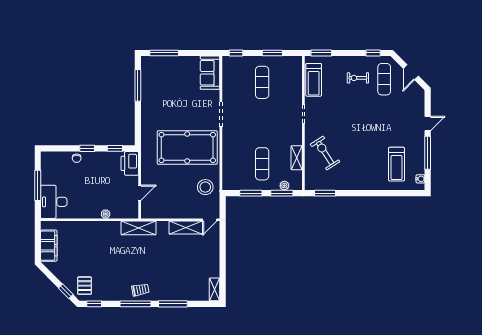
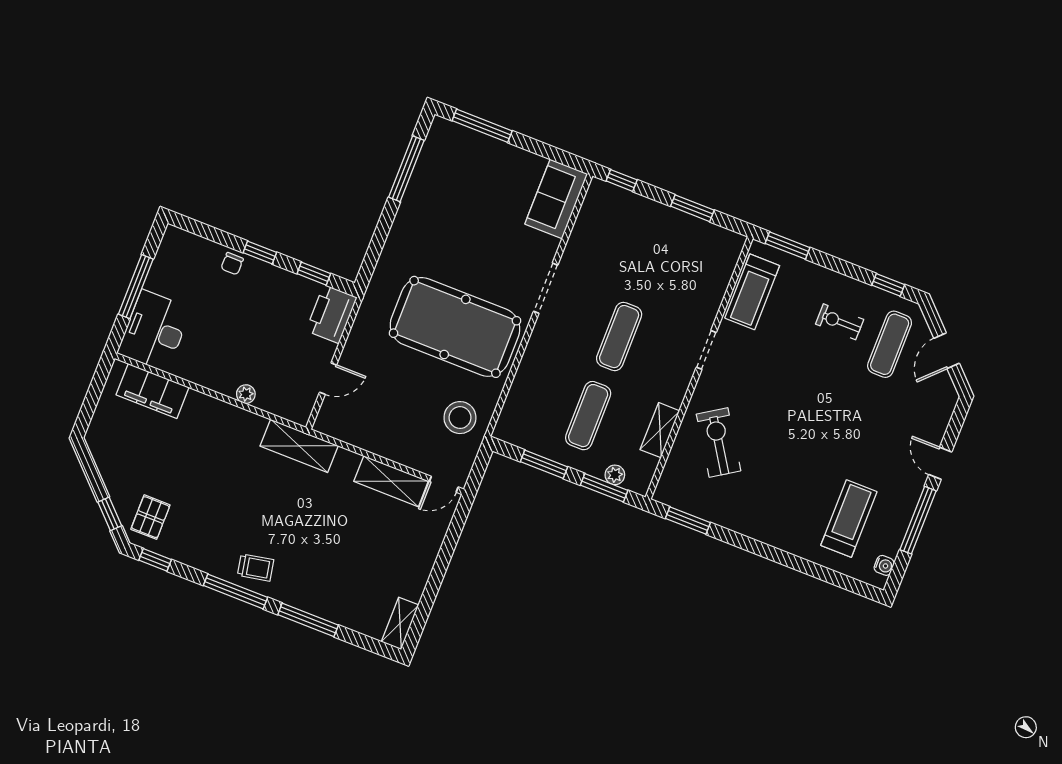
exercise mat: (262, 82) -> (619, 337), moved
door: (428, 123) -> (940, 463), swing flipped
treadmill: (396, 164) -> (849, 519), turned 180
filing cabinet: (49, 246) -> (153, 391), moved, turned 90

